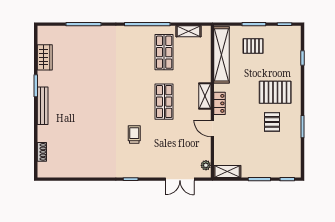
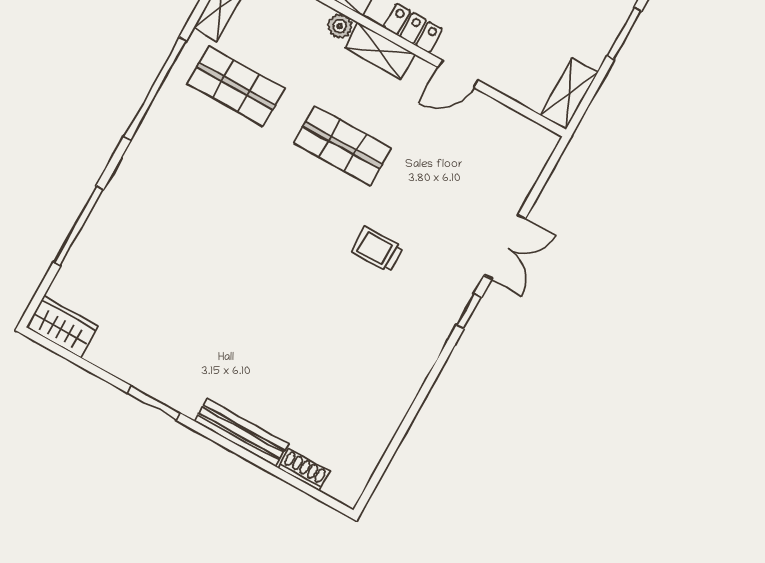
wardrobe: (45, 57) -> (62, 327), moved
bench: (43, 106) -> (241, 433), moved
plant: (206, 165) -> (340, 26), moved
double door: (180, 179) -> (505, 247), moved

